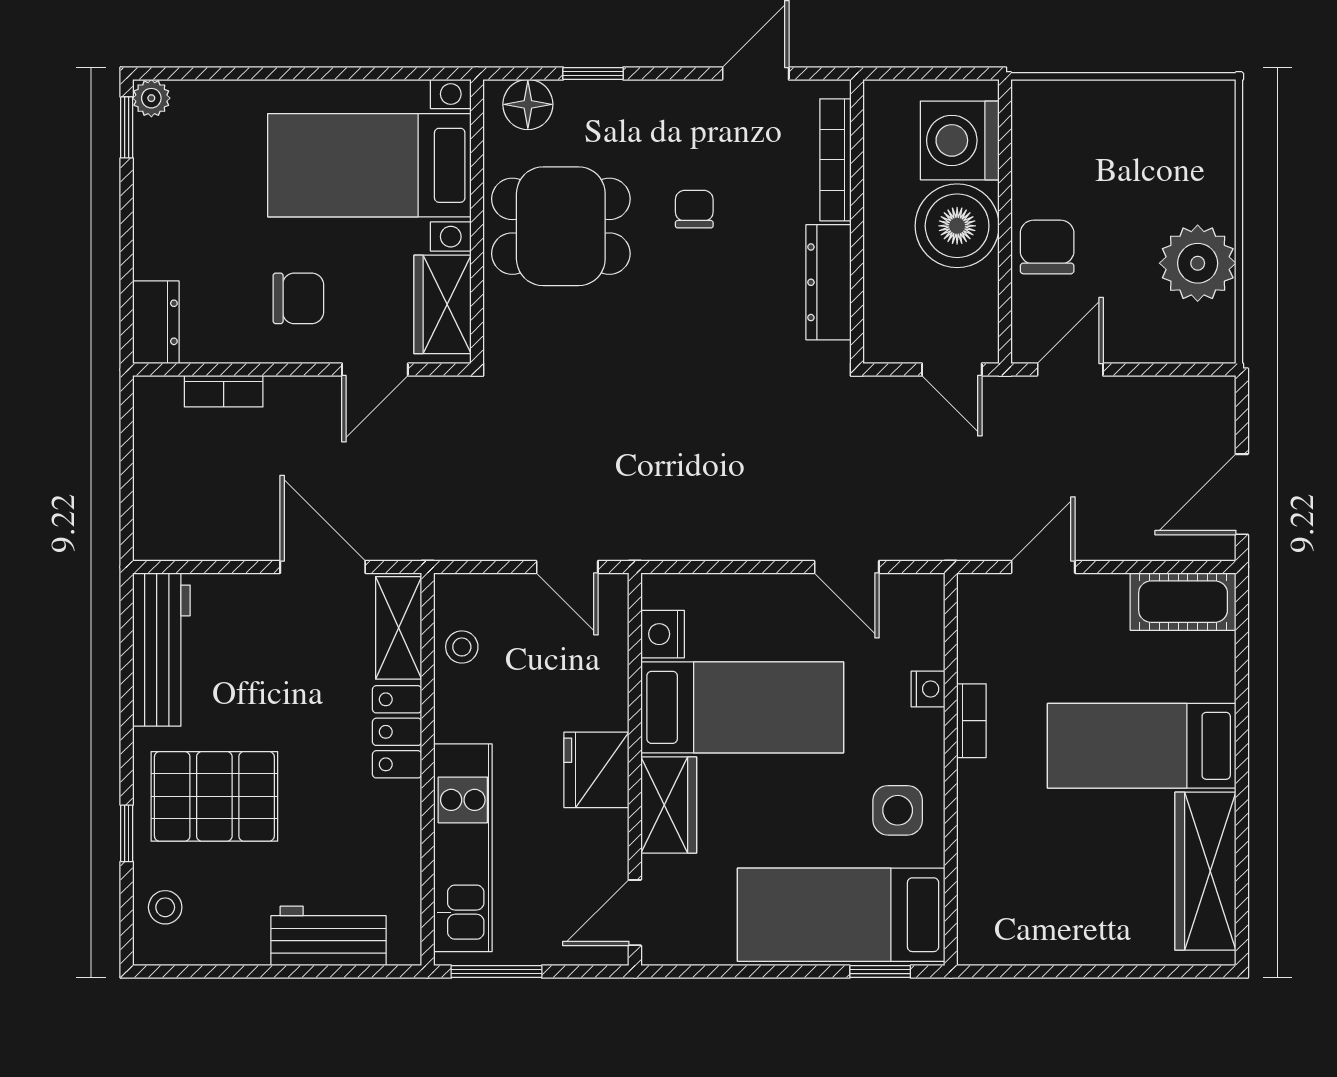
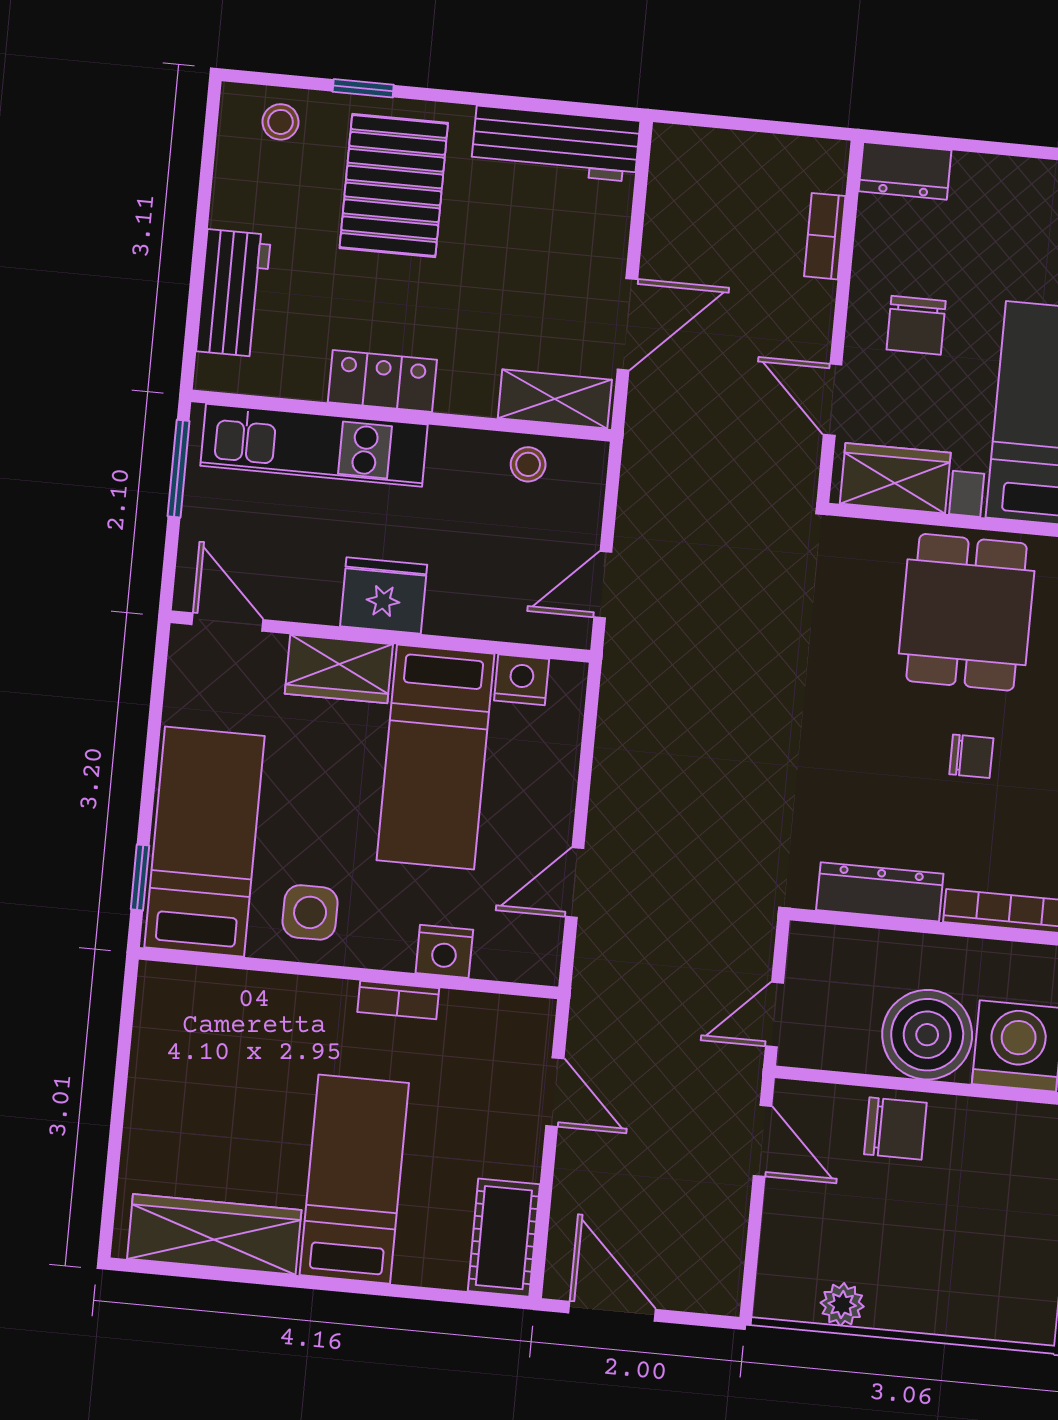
plant: (1198, 263) -> (842, 1305), width x0.53, depth x0.53
nightstand: (928, 689) -> (444, 951), width x1.39, depth x1.35
locker: (397, 732) -> (382, 381), moved

